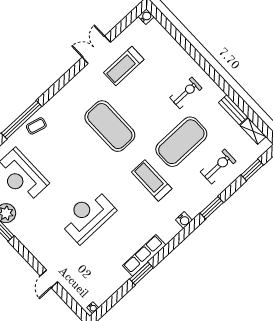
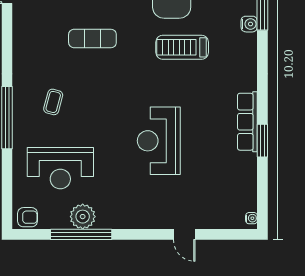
coffee table: (36, 126) -> (53, 102), moved
exercise mat: (110, 126) -> (92, 39), width x0.50, depth x0.69
water cooler: (184, 220) -> (249, 24), moved

